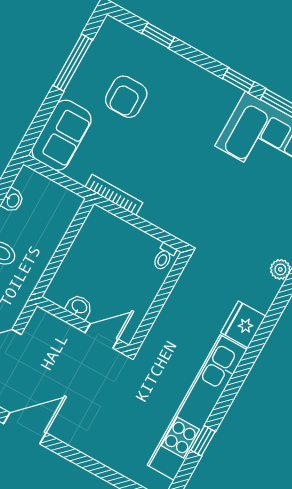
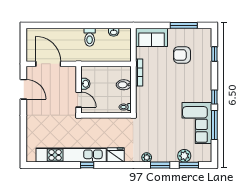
bidet: (121, 236) -> (124, 85), added
window: (203, 441) -> (87, 165), moved

